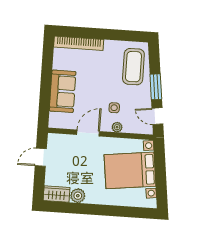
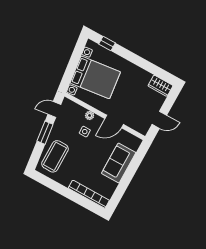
door: (157, 116) -> (54, 109), swing flipped
plant: (78, 196) -> (145, 77), removed
window: (134, 212) -> (107, 44), added

